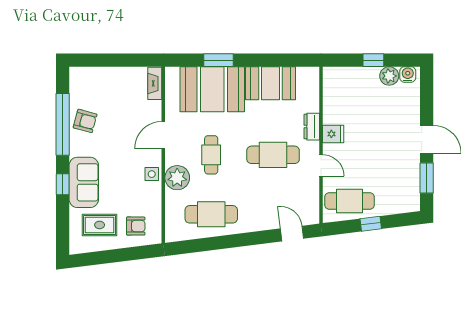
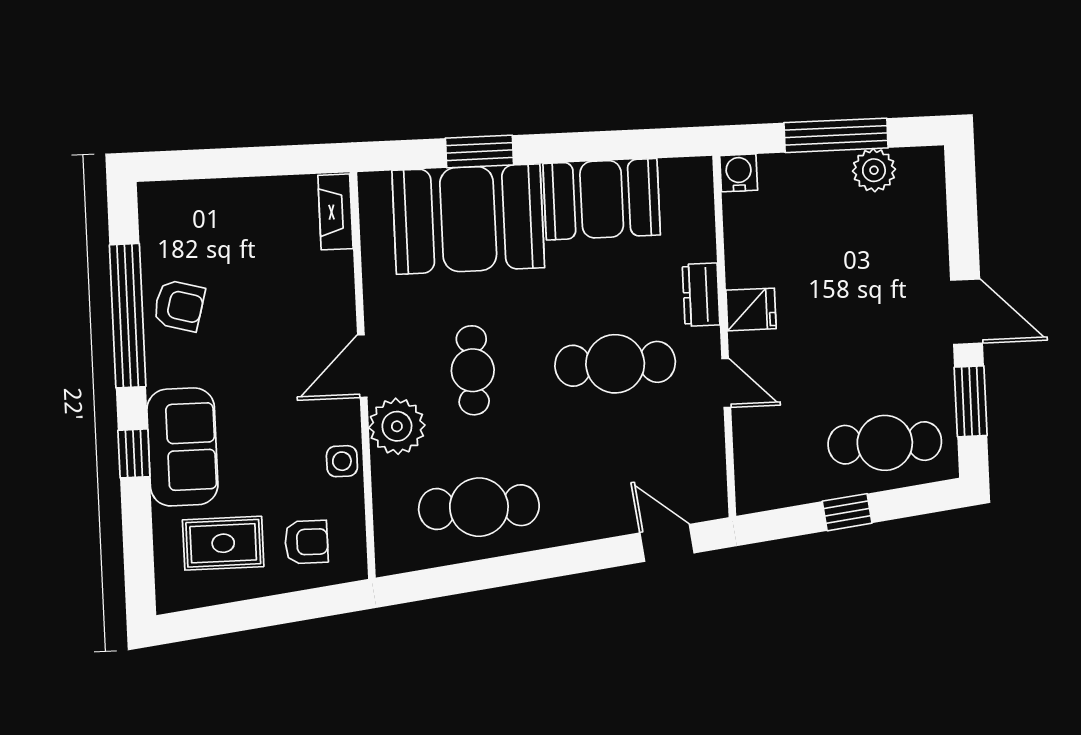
window: (373, 60) -> (836, 135), width x2.17
water cooler: (408, 74) -> (739, 173), moved
door: (163, 135) -> (362, 366), moved
side table: (152, 174) -> (342, 461), moved
cafe table: (349, 201) -> (885, 443), moved

